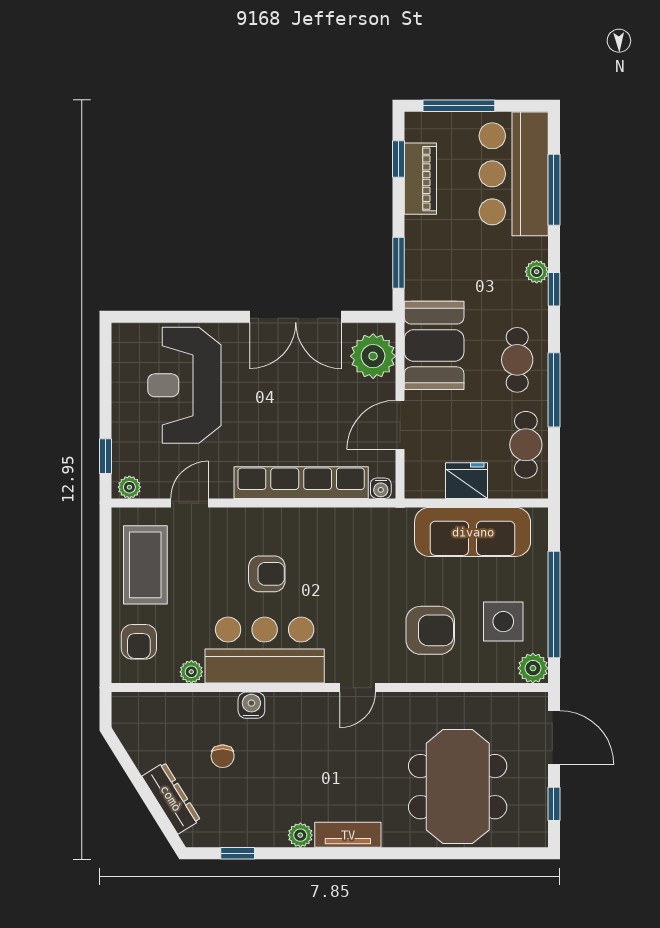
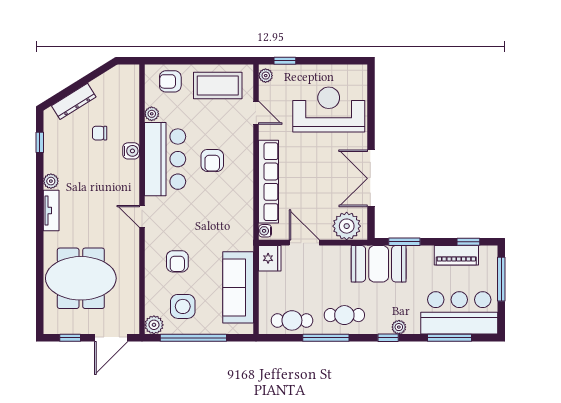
booth: (434, 345) -> (379, 264), moved
fridge: (467, 481) -> (270, 258), moved
armchair: (430, 630) -> (177, 261), width x0.72, depth x0.72

